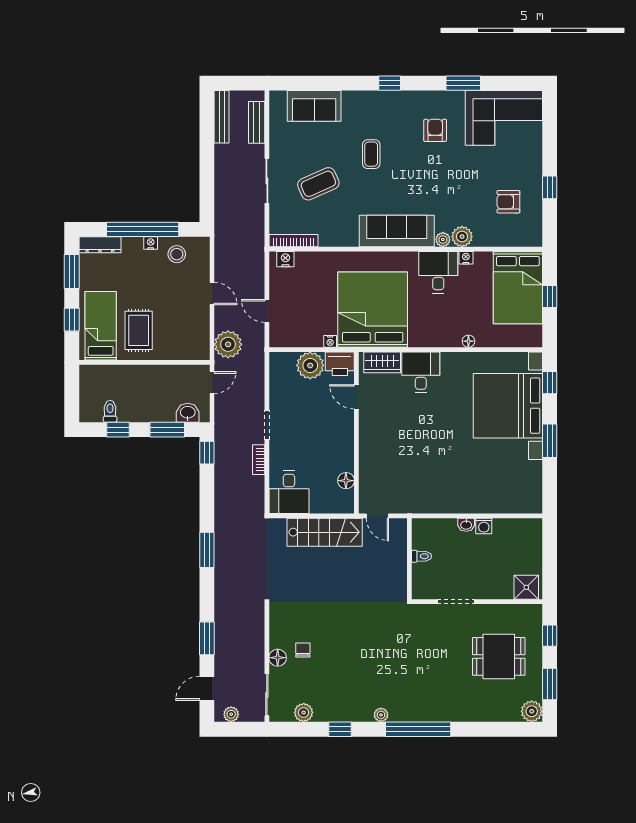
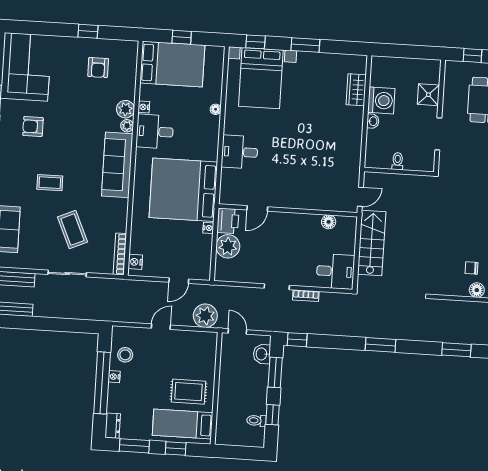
dresser: (100, 245) -> (113, 426), width x0.70
wardrobe: (382, 362) -> (356, 90), moved, turned 180
bed with nightstands: (508, 406) -> (261, 78), width x0.73
washing machine: (484, 526) -> (381, 100), width x1.89, depth x1.89
shower: (526, 587) -> (428, 95), moved

